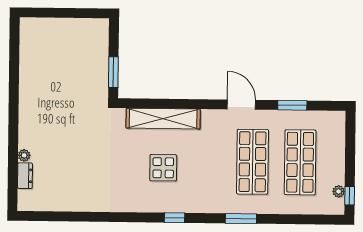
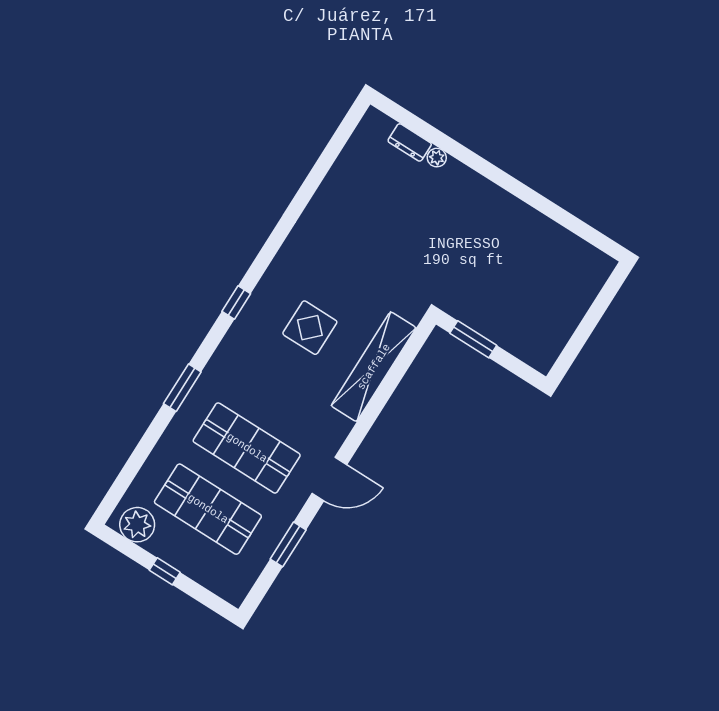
plant: (339, 191) -> (137, 525), width x1.88, depth x1.88
window: (350, 196) -> (165, 571), moved

